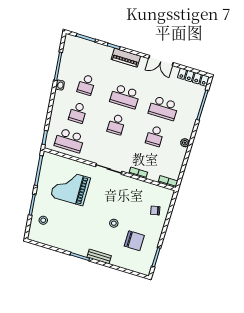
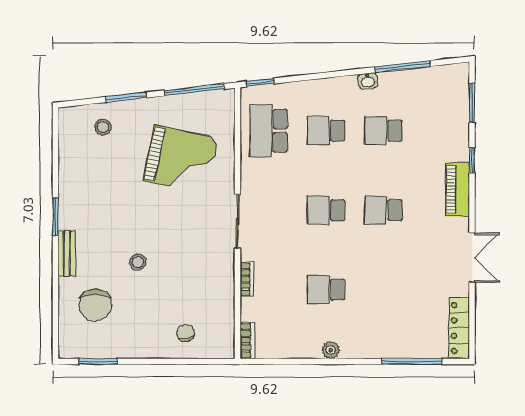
double door: (161, 61) -> (472, 258), swing flipped
school desk: (125, 97) -> (383, 210), width x0.54
school desk: (163, 108) -> (383, 290), removed
grand piano: (70, 187) -> (181, 160), turned 103
chair: (134, 241) -> (95, 305), moved

